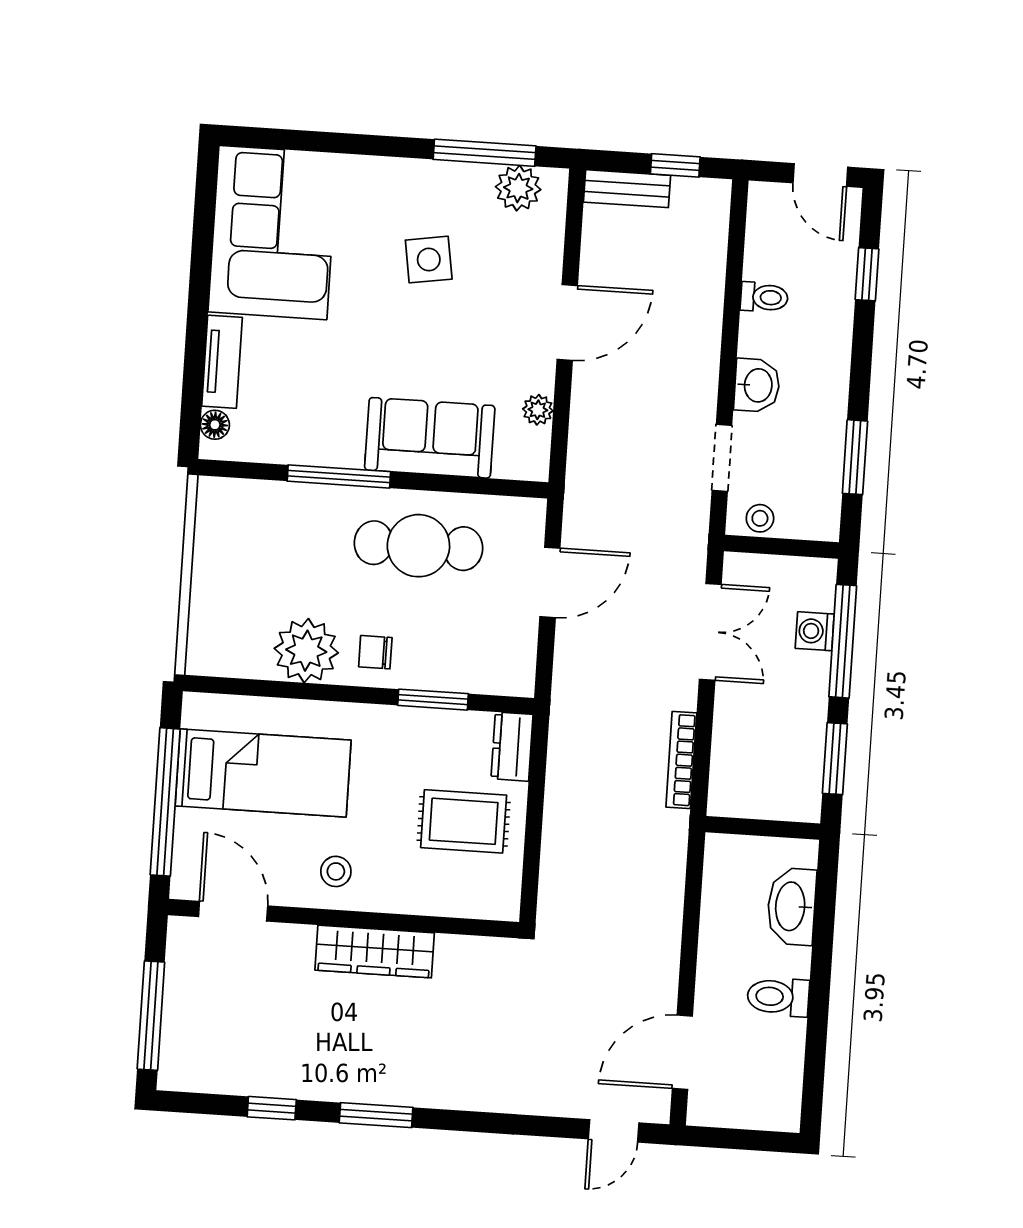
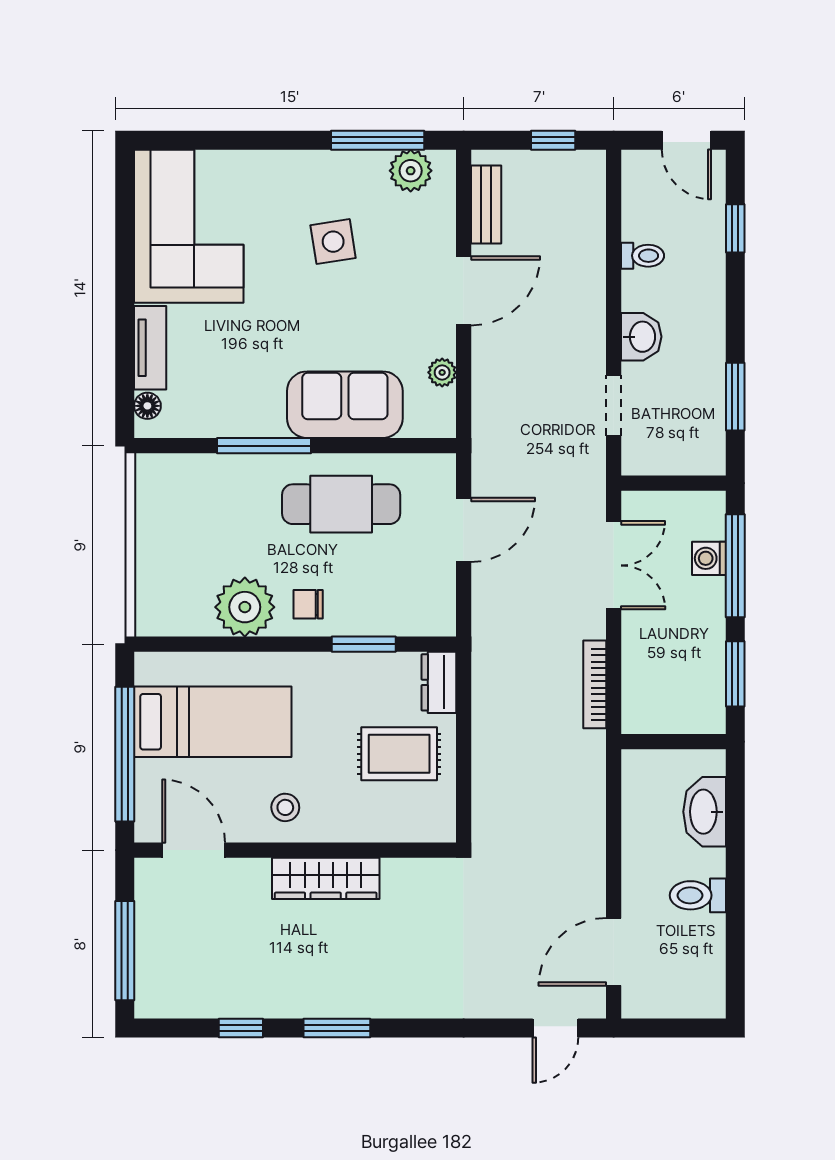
bench: (627, 189) -> (486, 205), moved, turned 90
stool: (760, 518) -> (652, 458), removed

